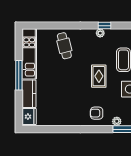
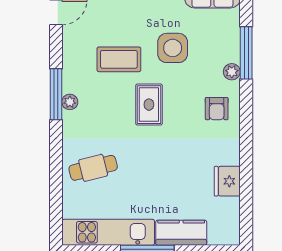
window: (104, 26) -> (56, 94), width x2.17
rug: (99, 76) -> (149, 105), turned 90
fridge: (29, 117) -> (227, 181), moved, turned -90

